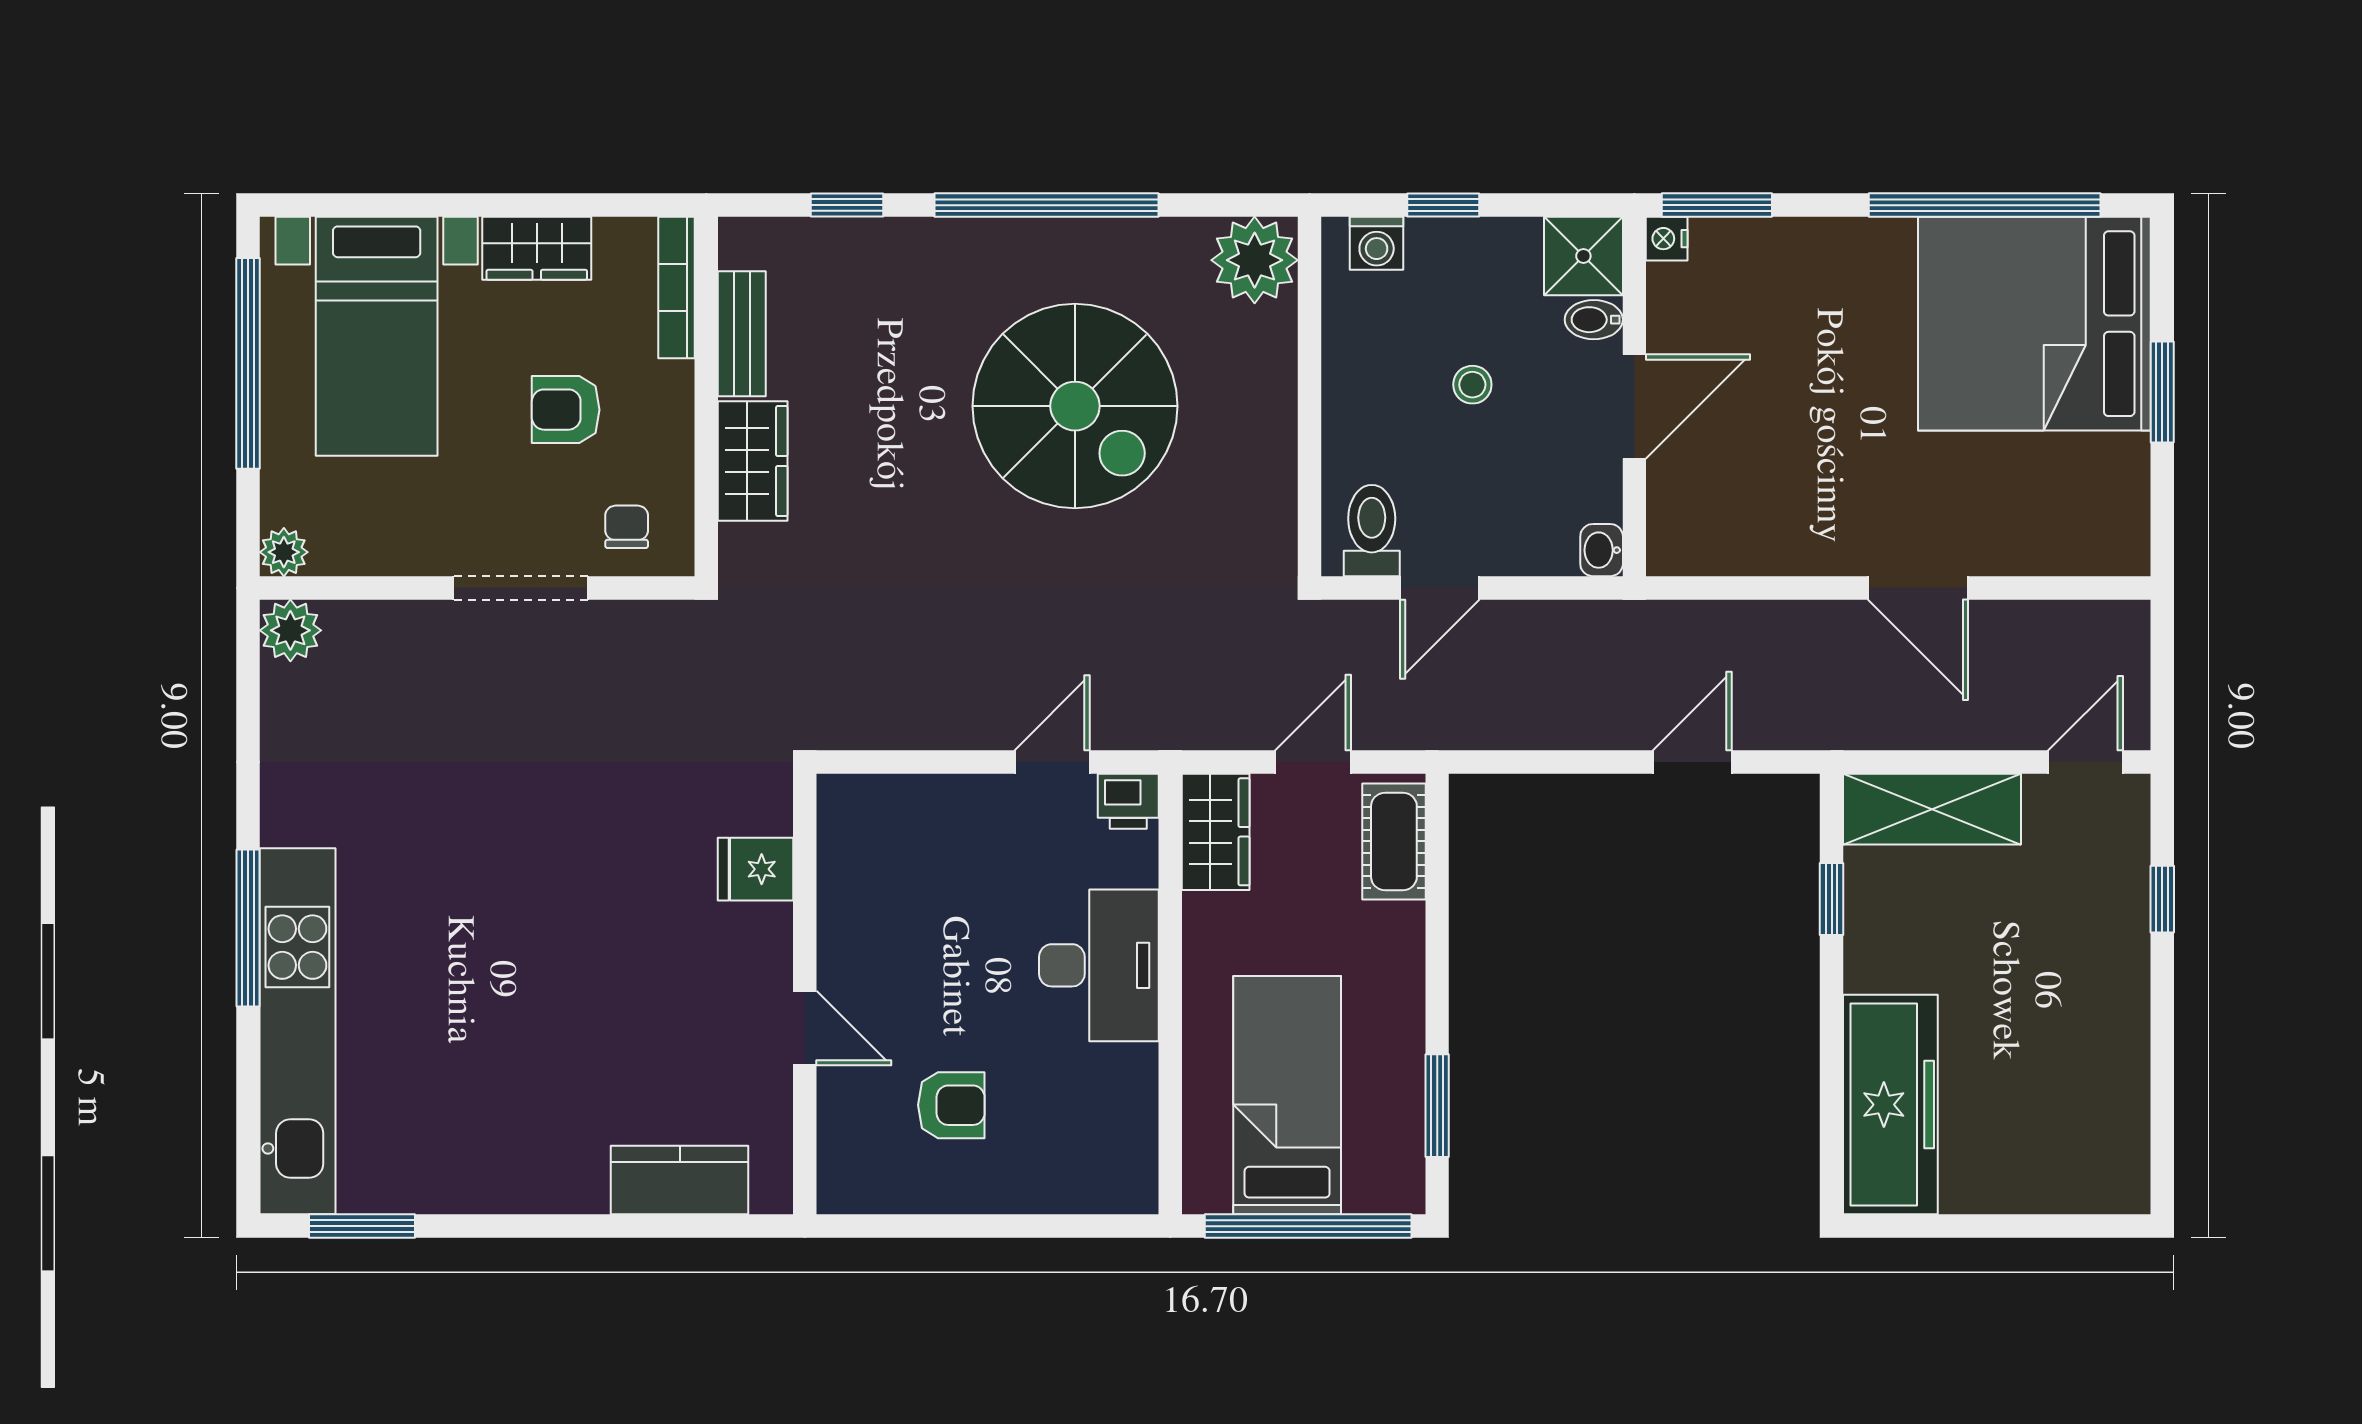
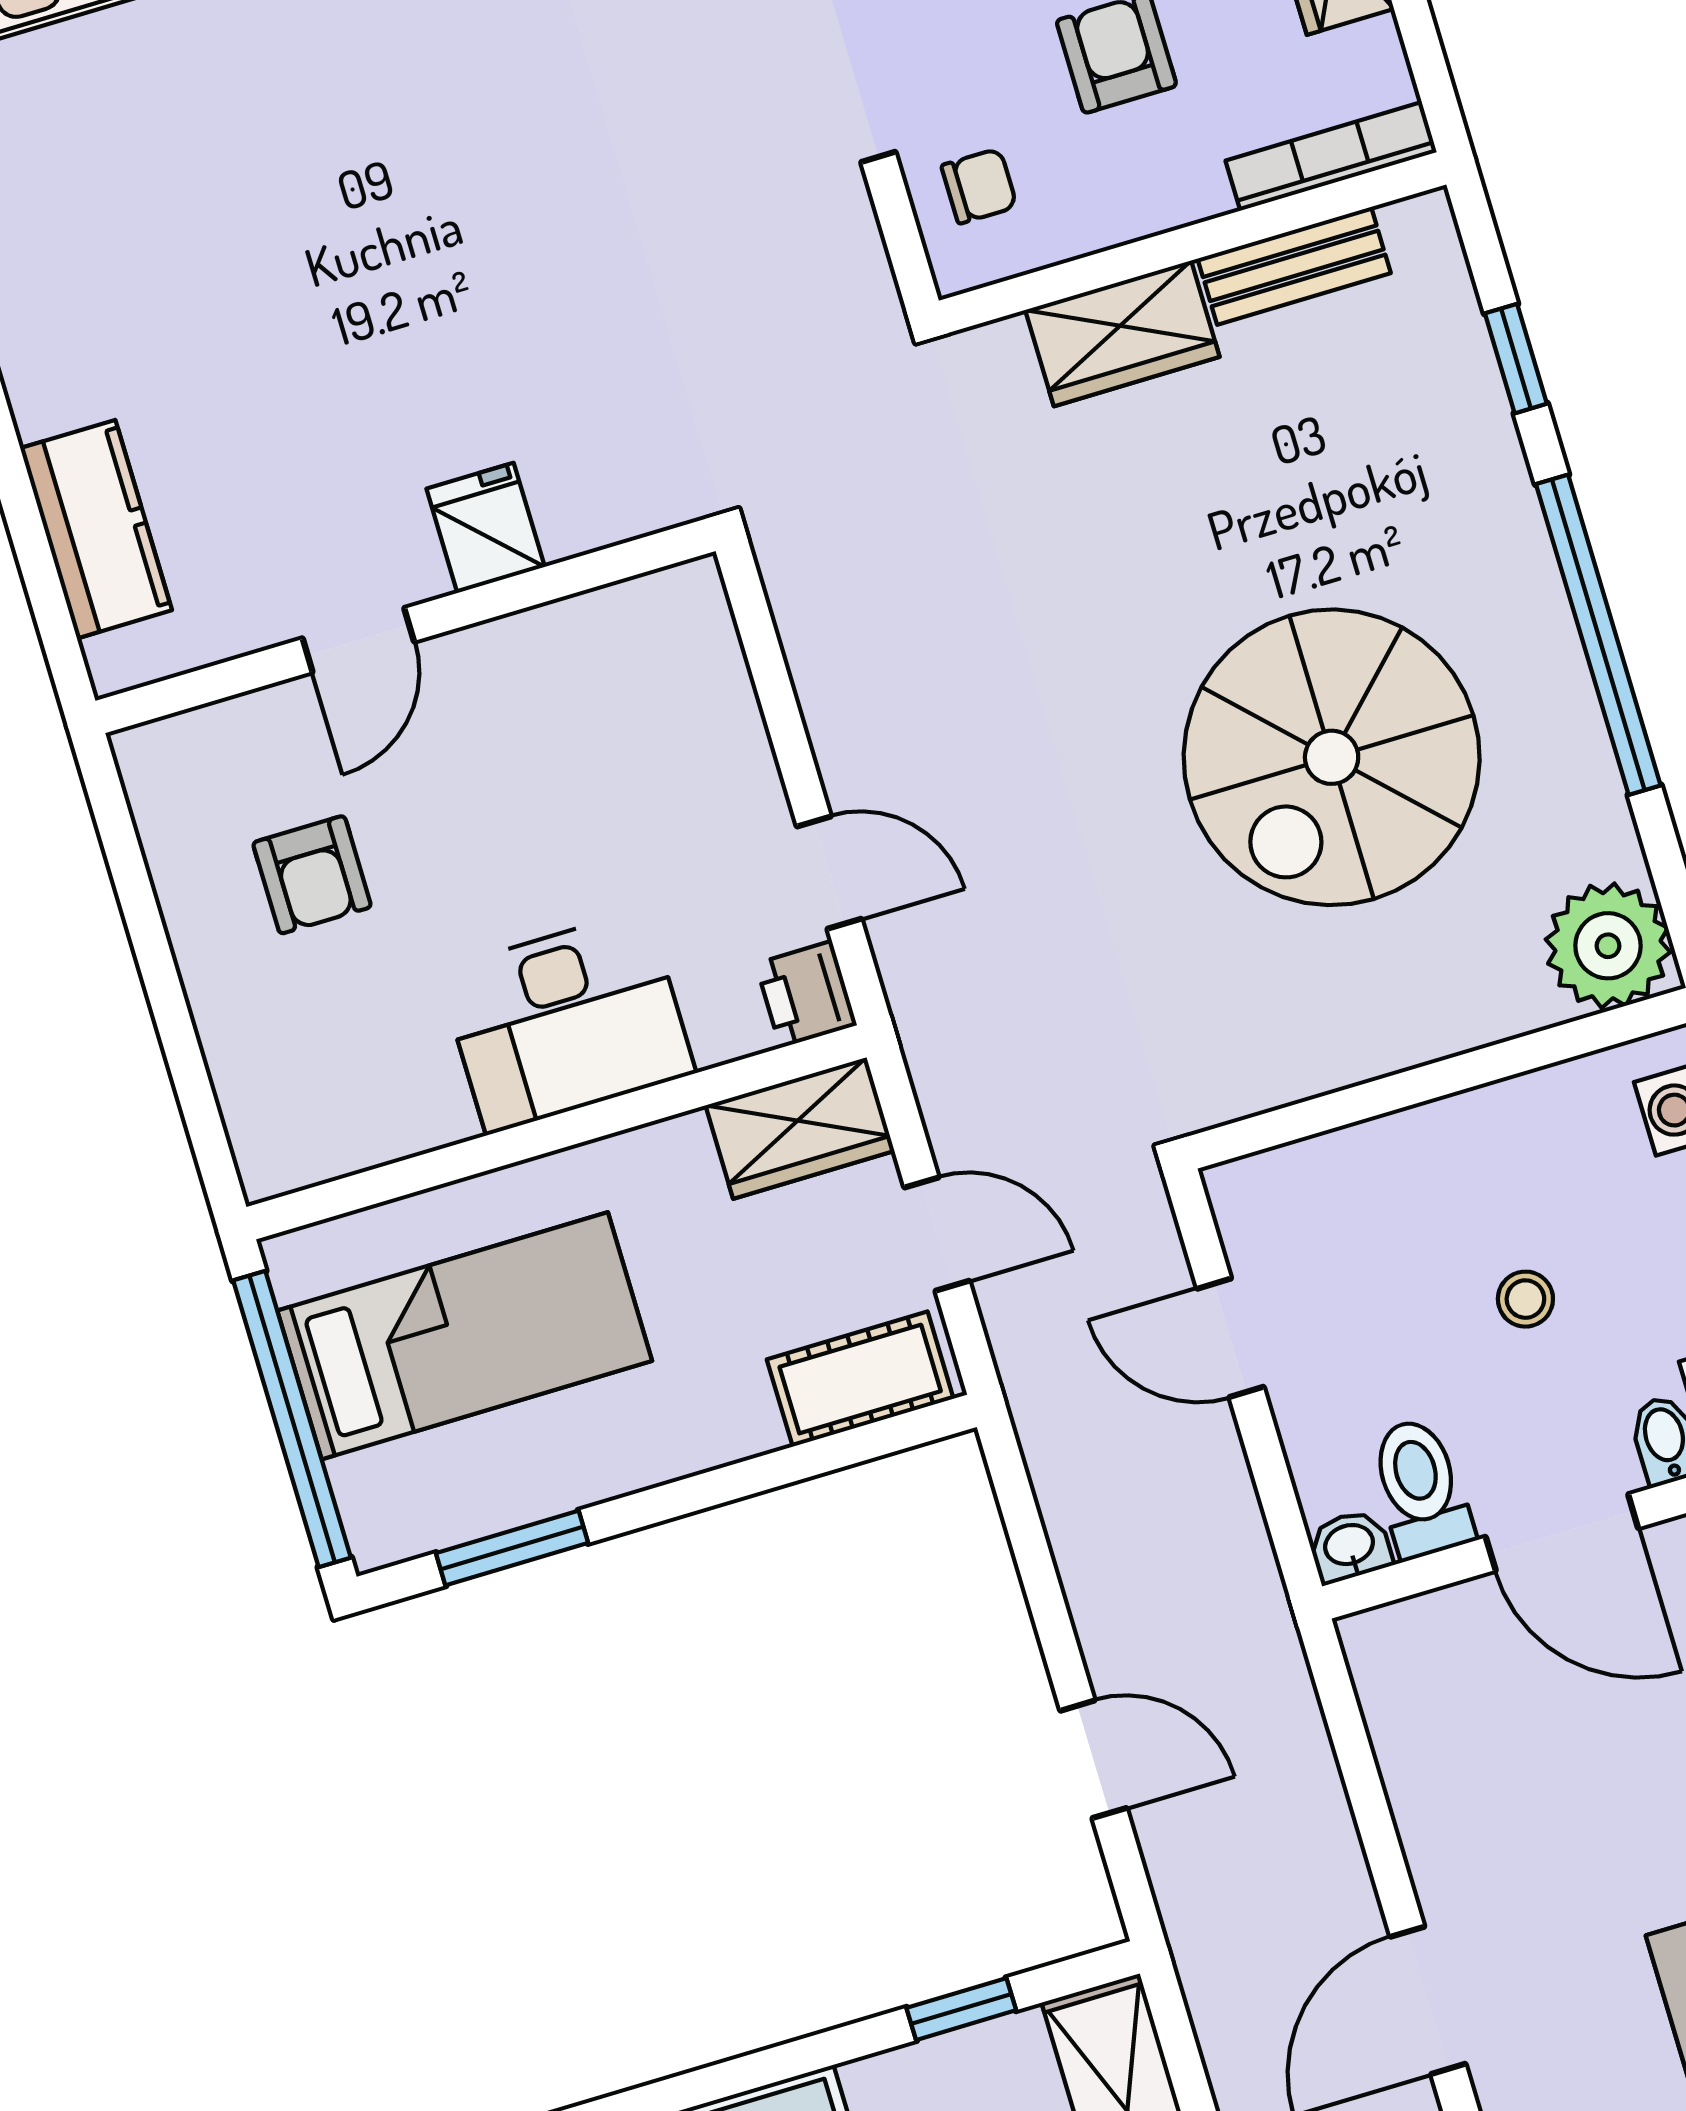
toilet: (1372, 531) -> (1421, 1488), moved, turned -90
fridge: (756, 869) -> (486, 528), moved

